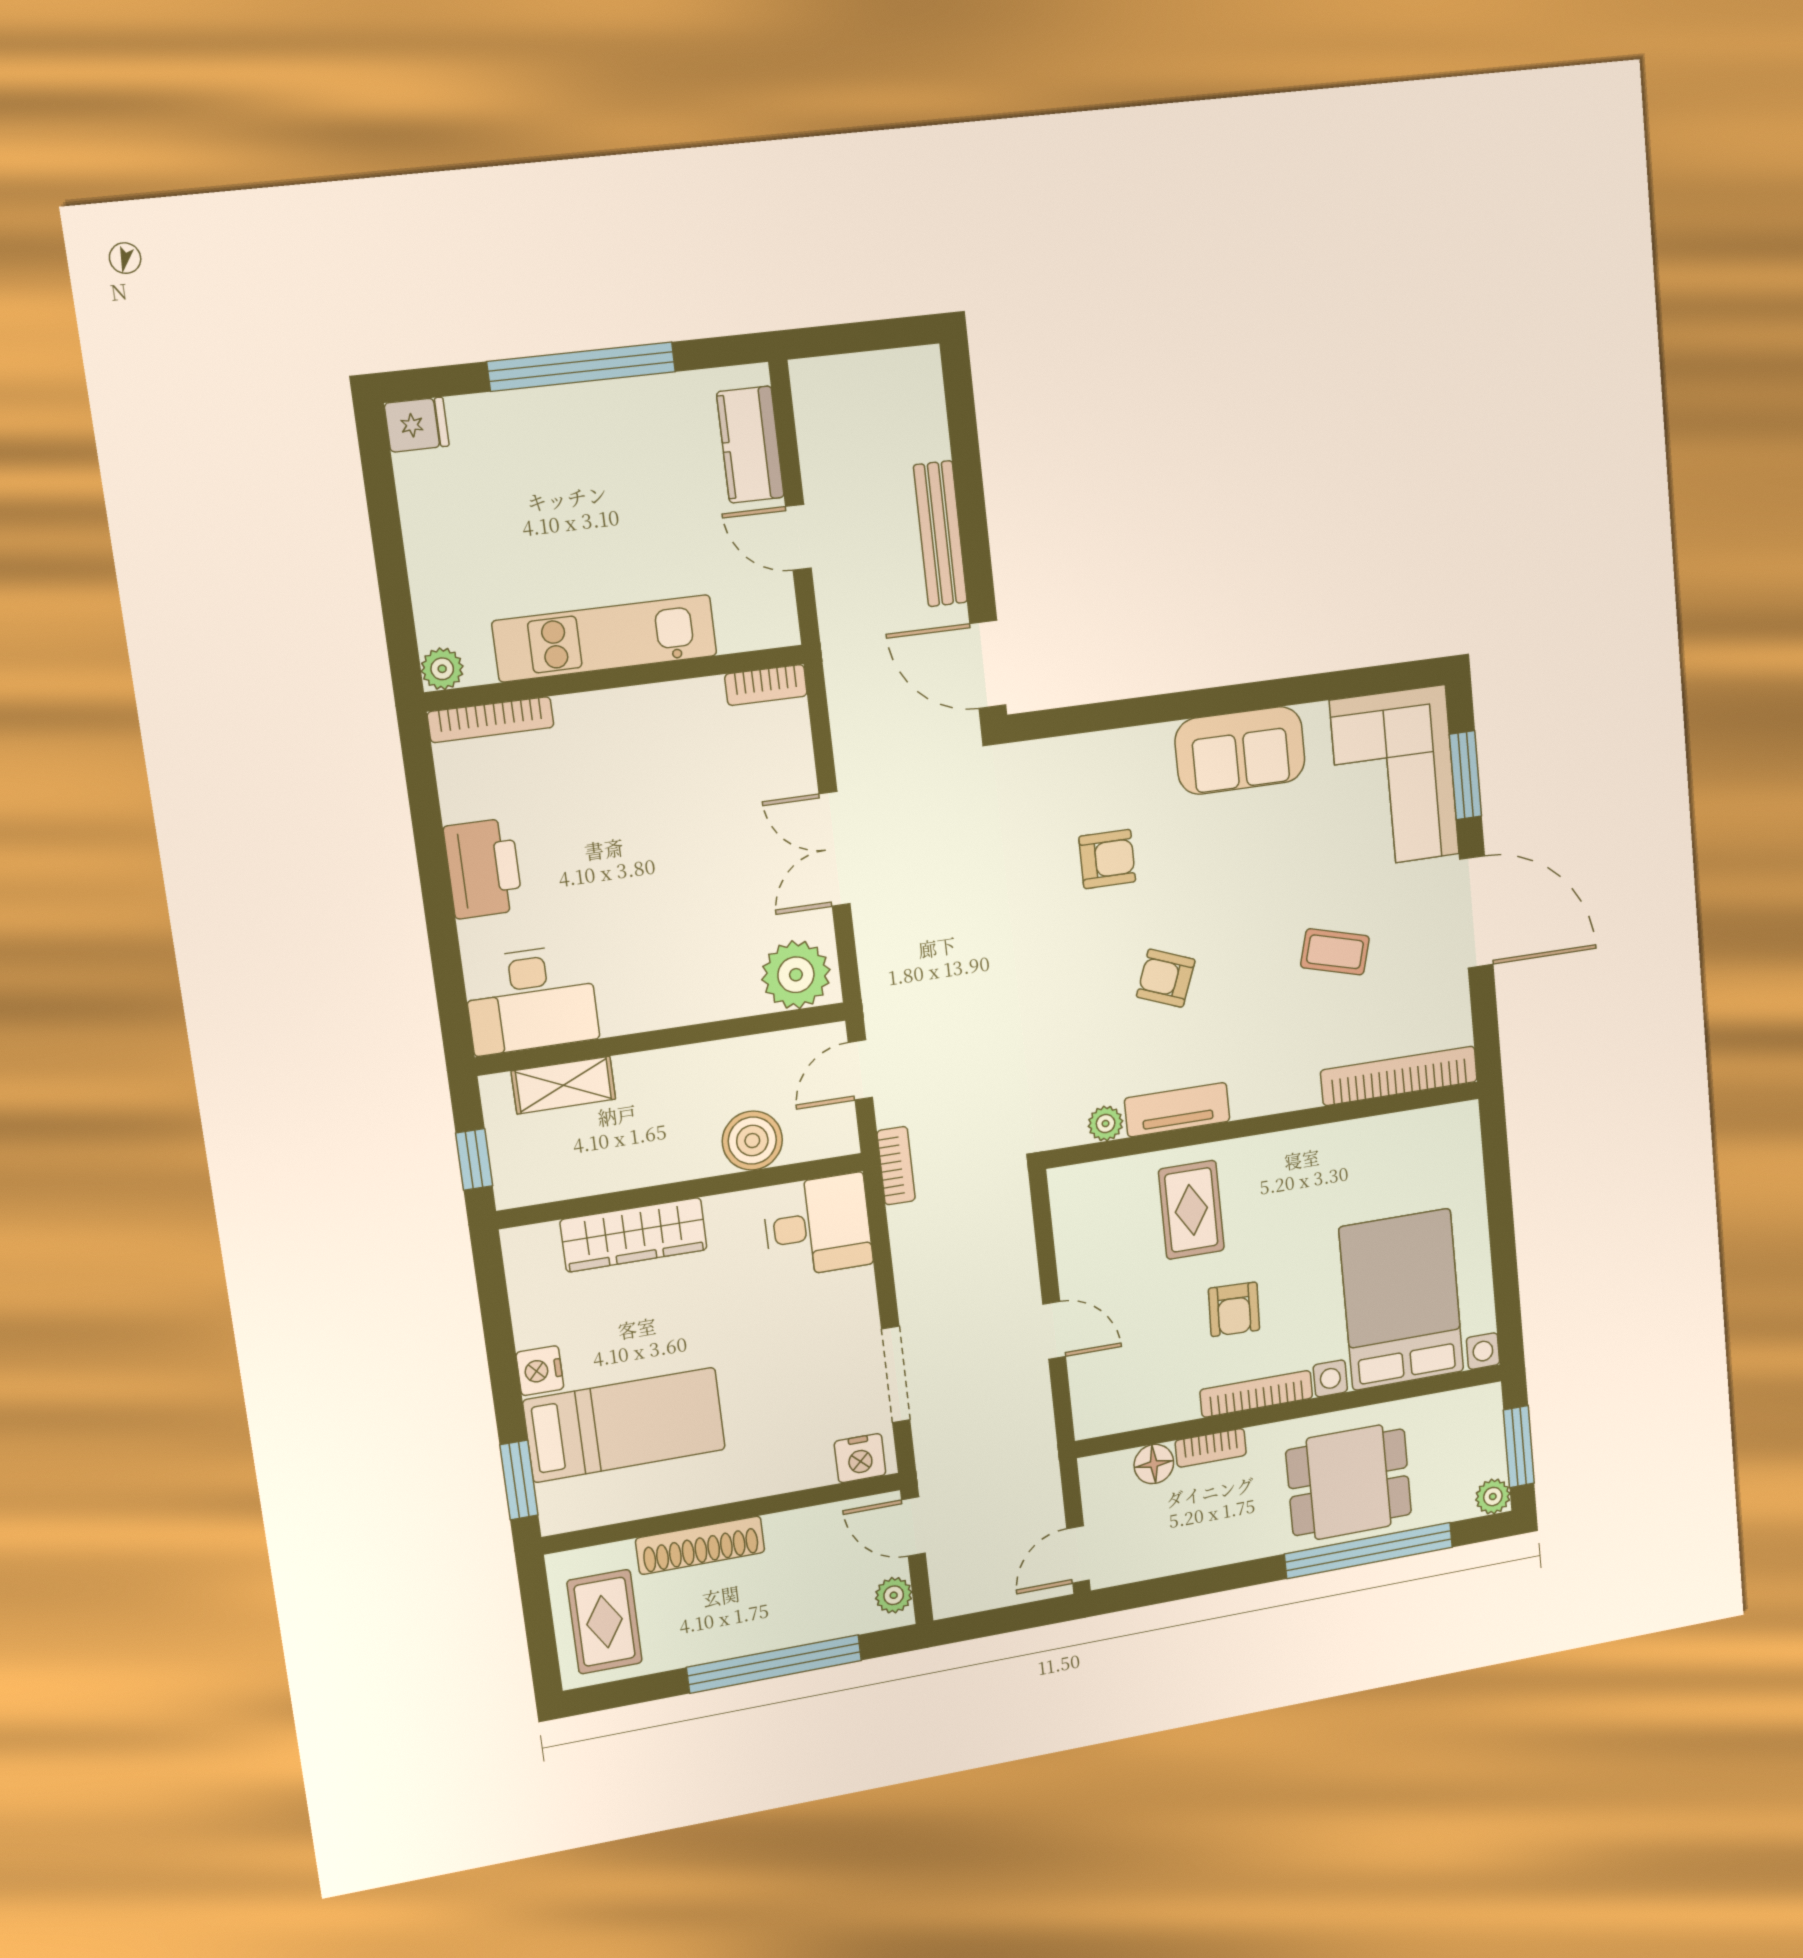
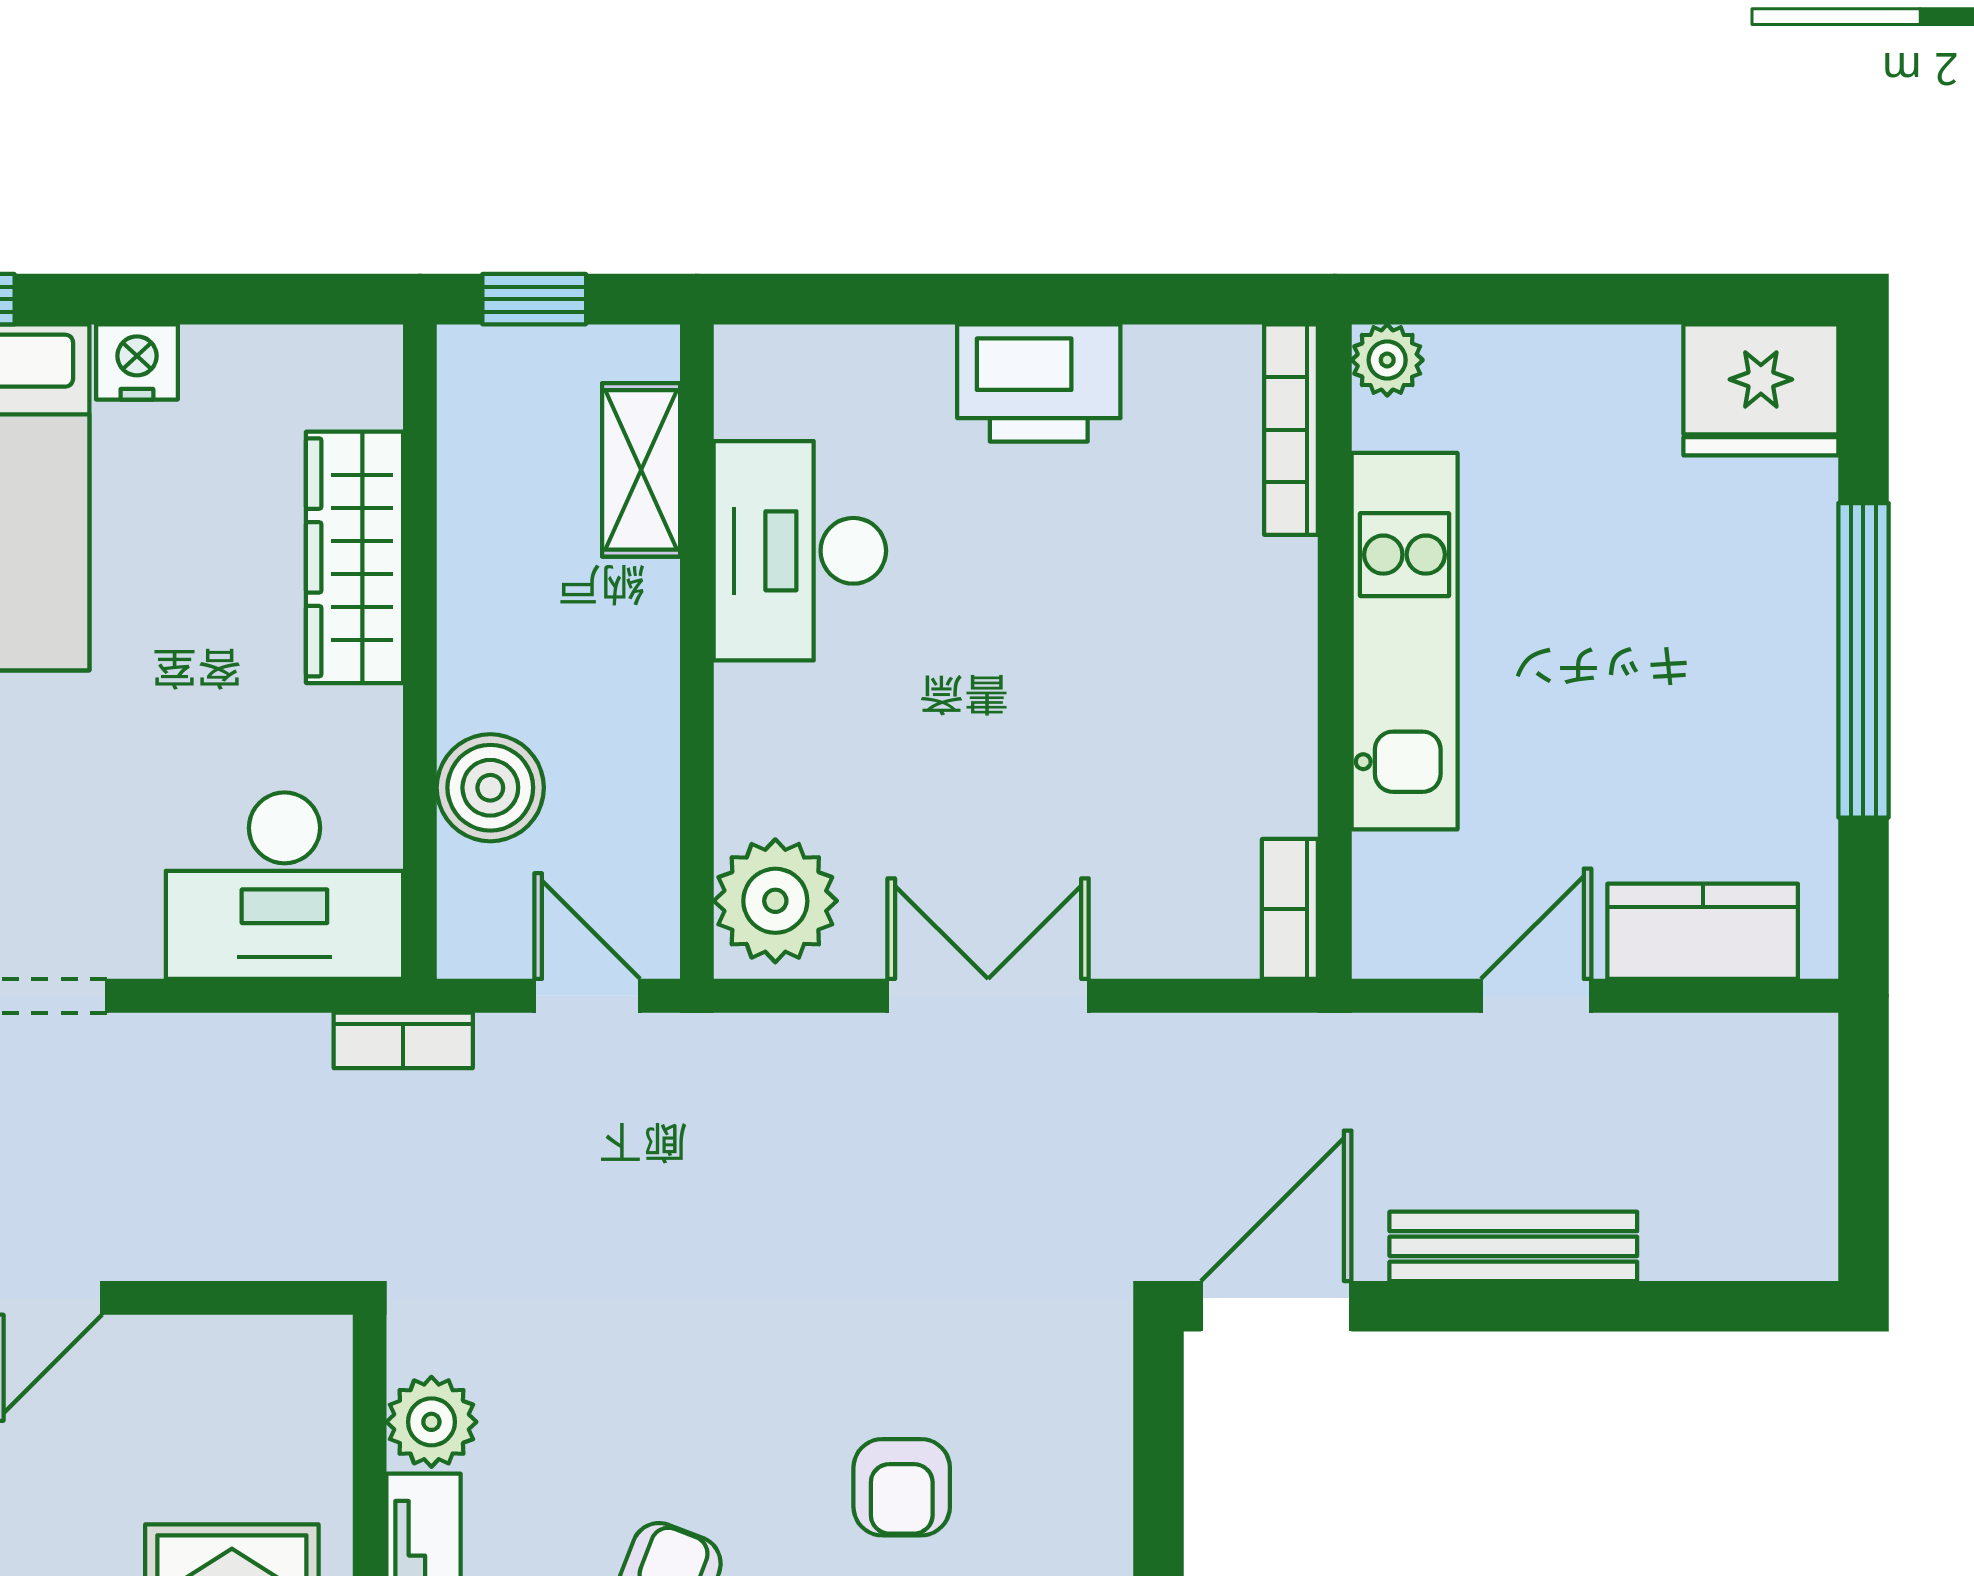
fridge: (417, 425) -> (1761, 390), width x1.88, depth x1.34
desk: (531, 1000) -> (800, 551), moved
plant: (1106, 1124) -> (431, 1422), width x1.38, depth x1.38
desk: (818, 1226) -> (284, 886), width x1.37

